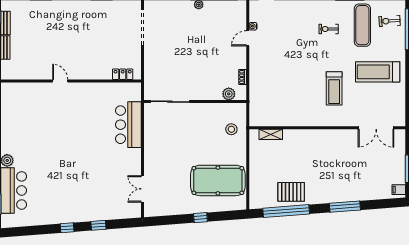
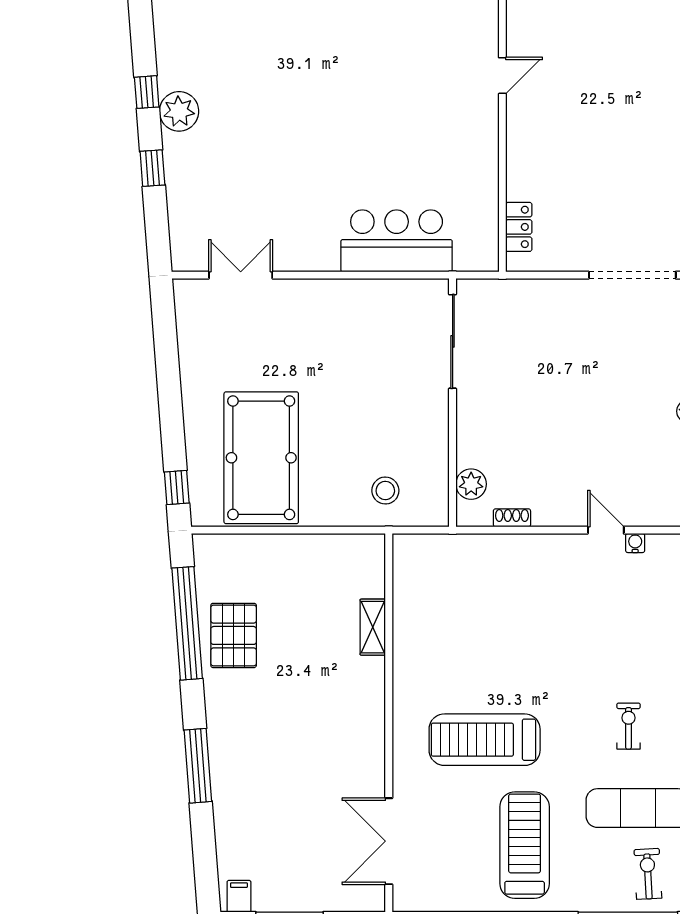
treadmill: (334, 88) -> (485, 740), width x1.37, depth x1.38
shelving: (271, 134) -> (373, 627), moved
plant: (75, 214) -> (179, 111), added
window: (200, 218) -> (177, 487), moved

